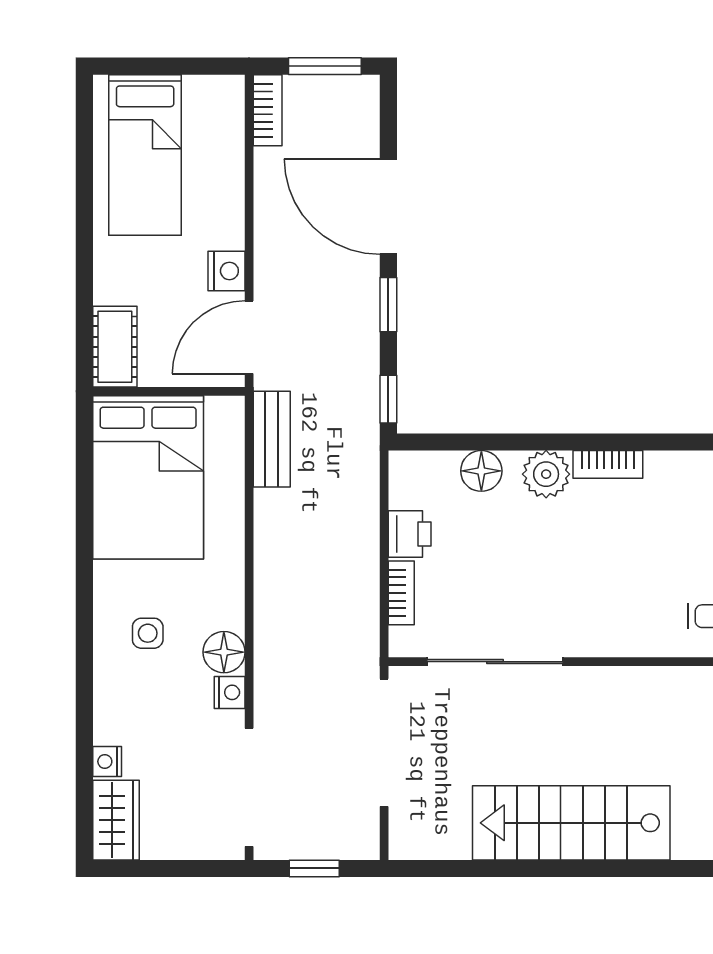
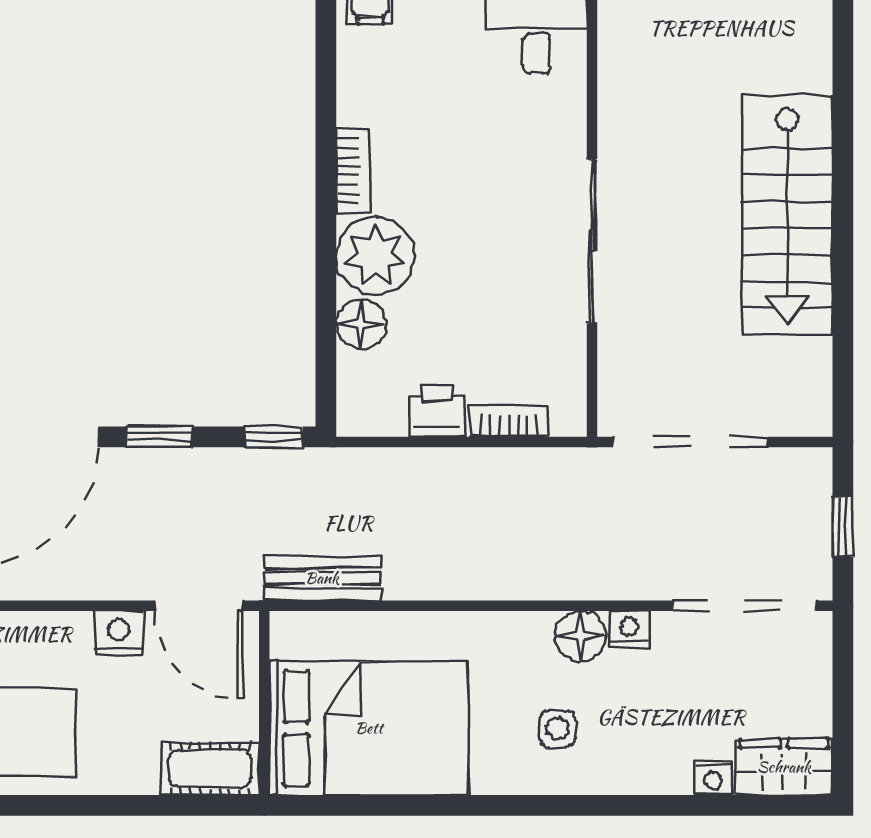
plant: (546, 474) -> (375, 256), width x1.36, depth x1.36
sliding door: (495, 662) -> (592, 241), moved

